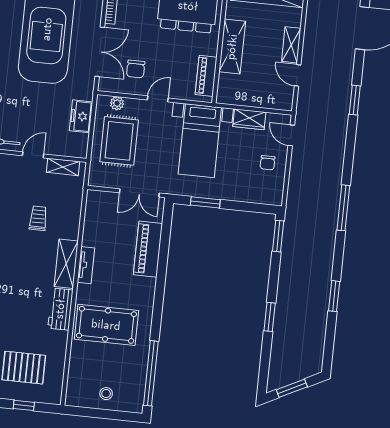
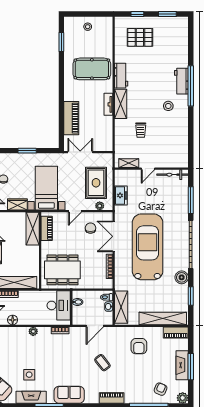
shelving: (232, 47) -> (33, 229), moved
window: (205, 202) -> (27, 151), moved
window: (151, 373) -> (61, 42), width x0.47

